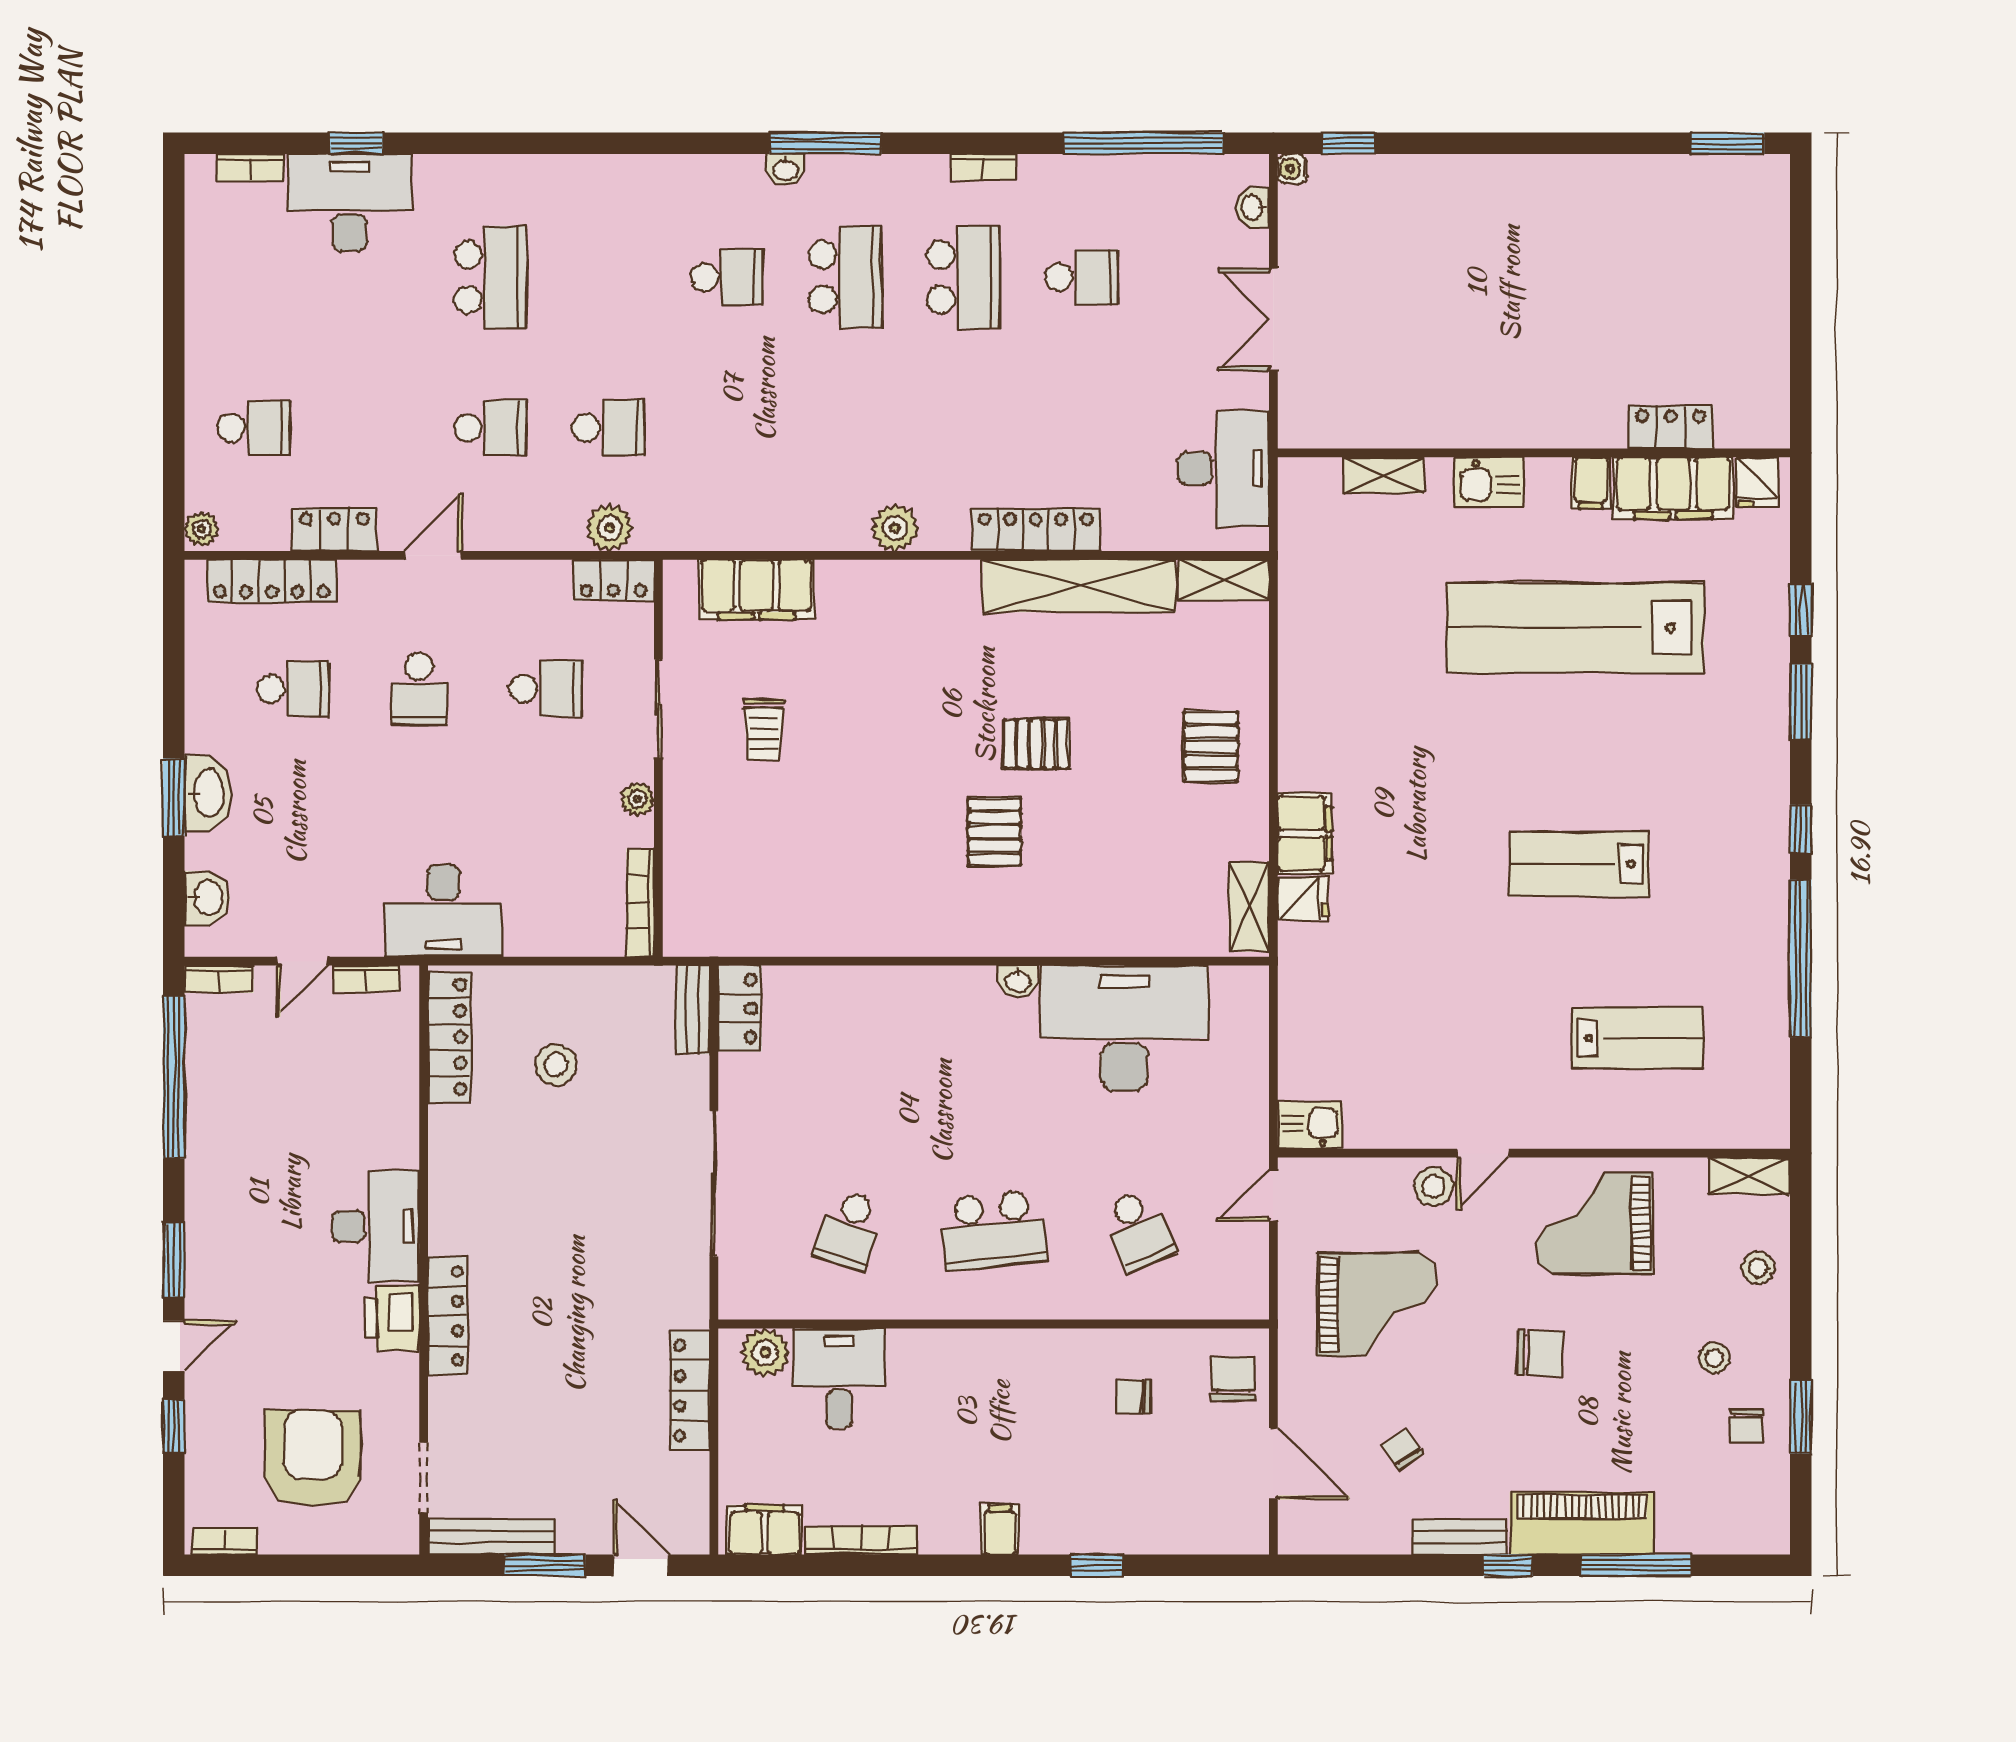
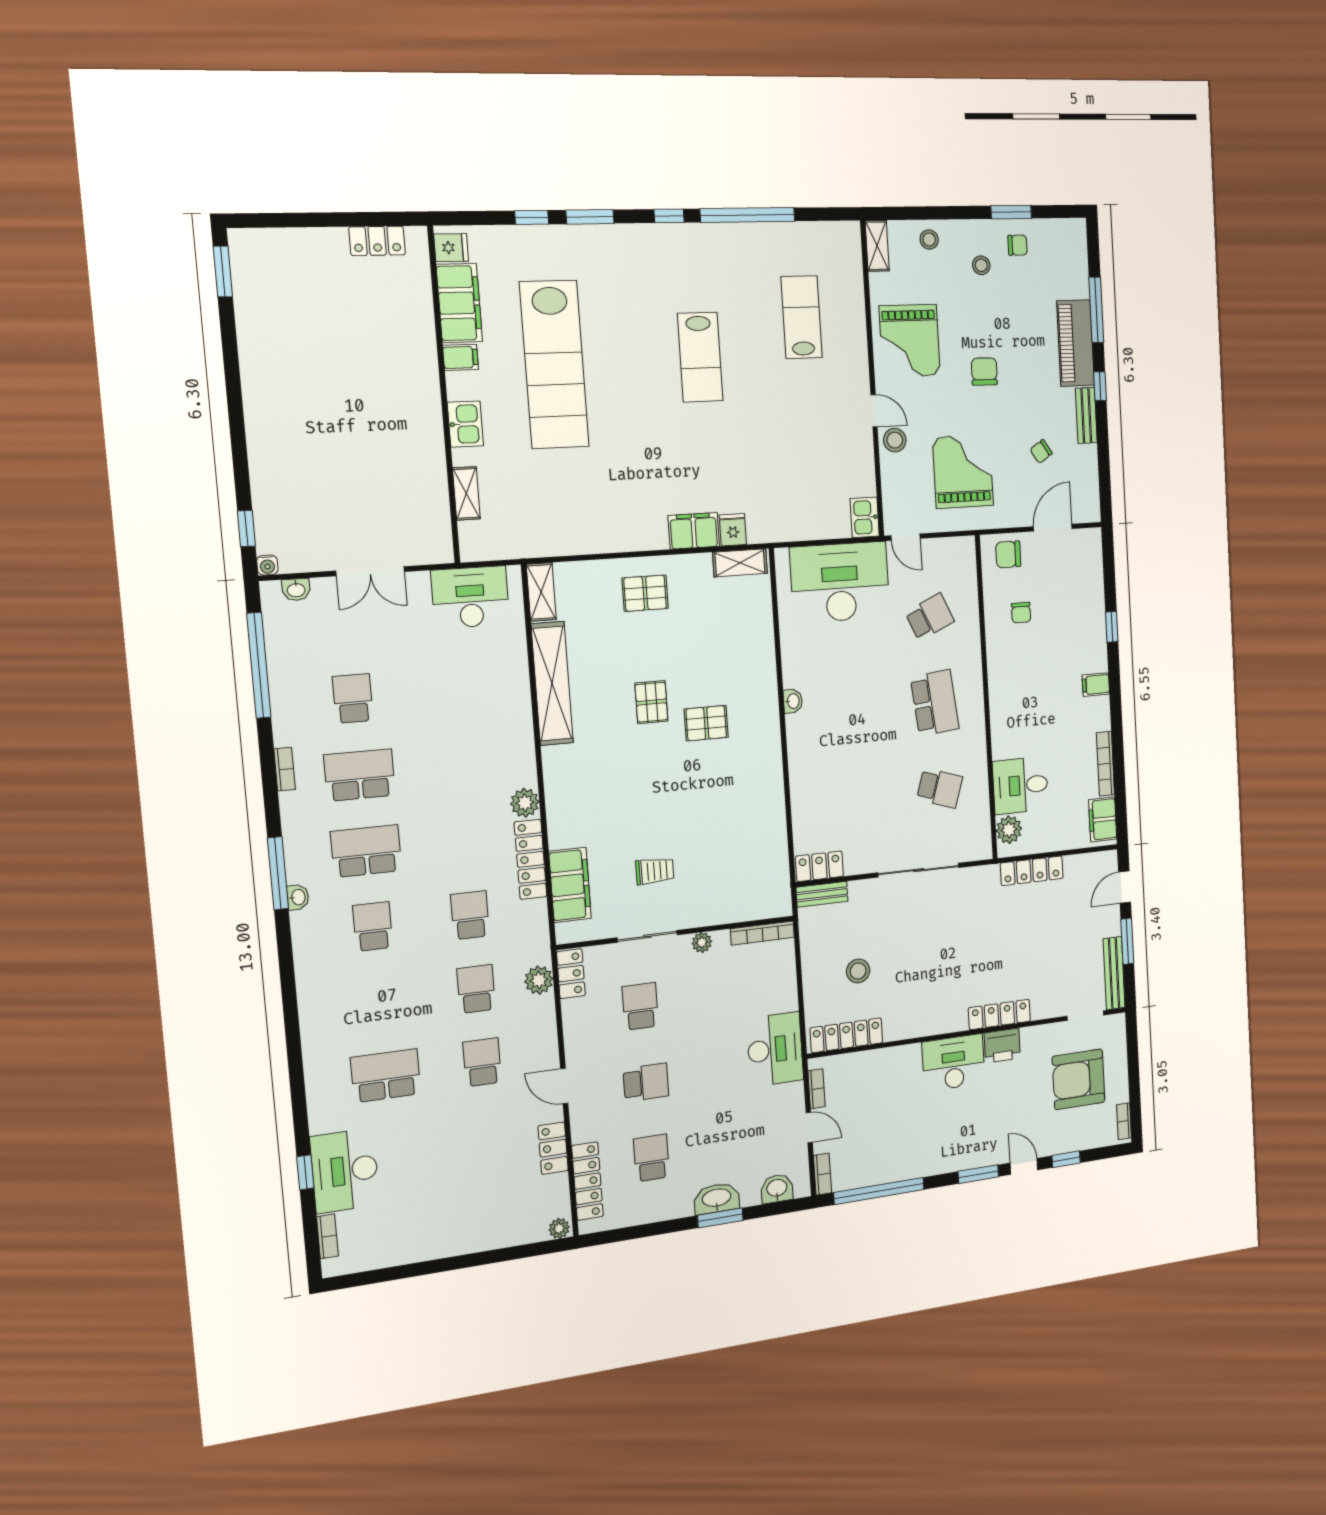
locker: (1671, 427) -> (377, 241), moved, turned -90
school desk: (254, 428) -> (470, 915), moved
locker: (1036, 530) -> (530, 859), moved
desk: (1124, 1028) -> (840, 582), moved, turned 90

